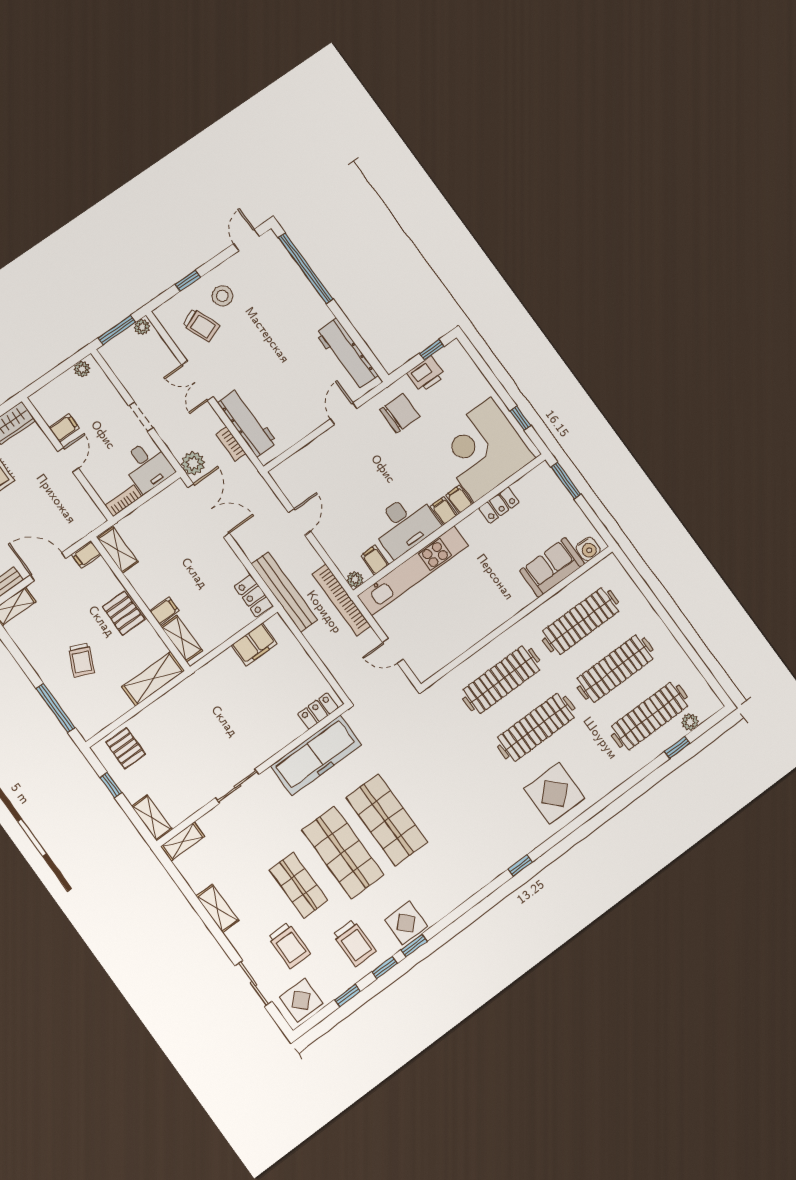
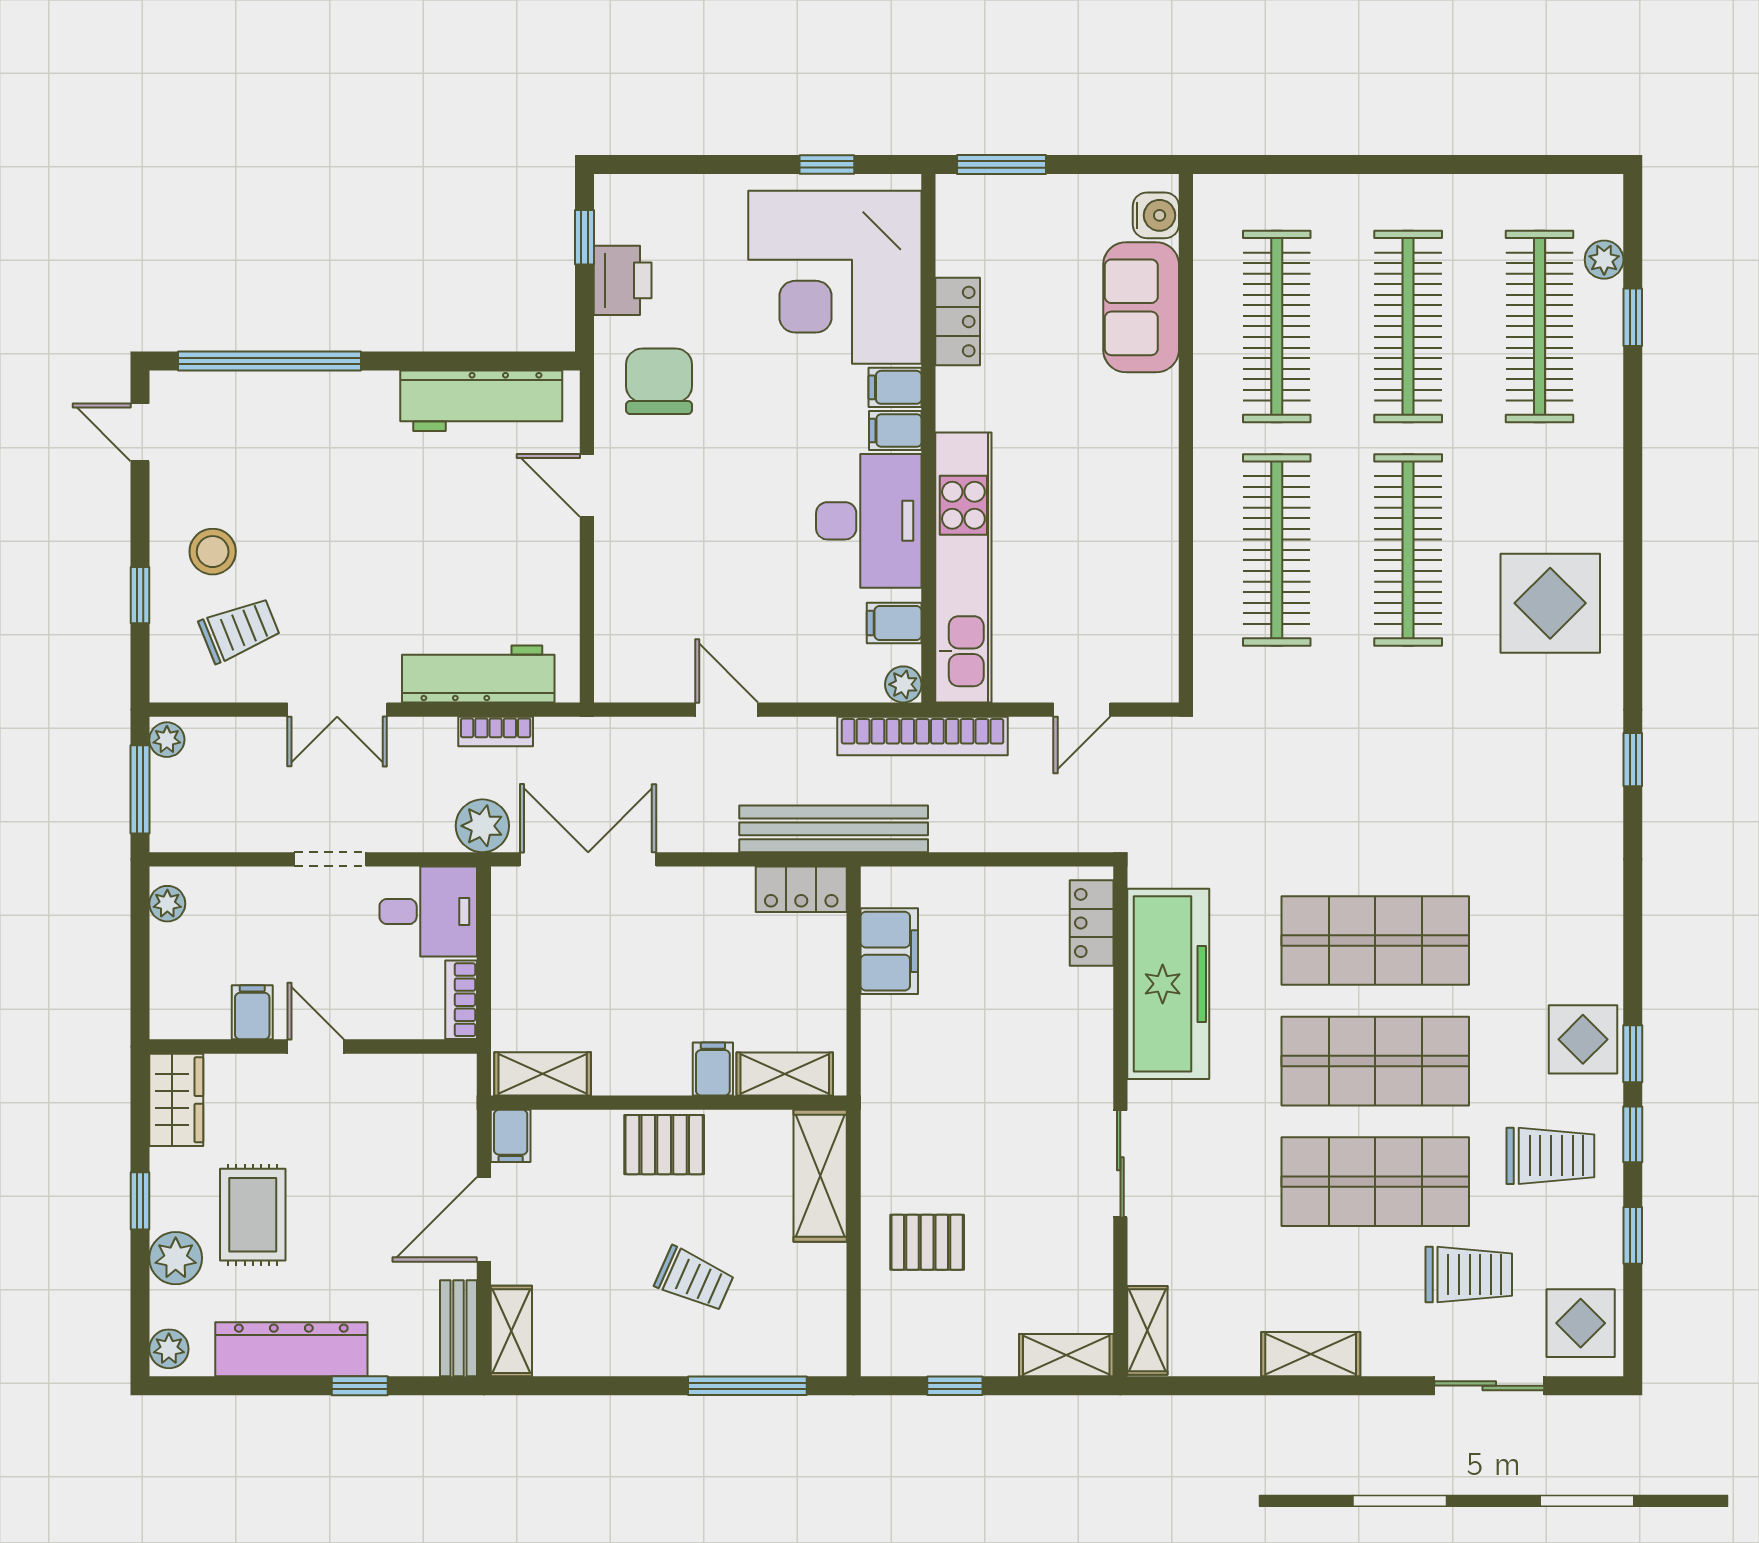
pallet: (126, 748) -> (927, 1242), moved
shop shelf: (299, 885) -> (1375, 1182), width x1.43, depth x1.36

